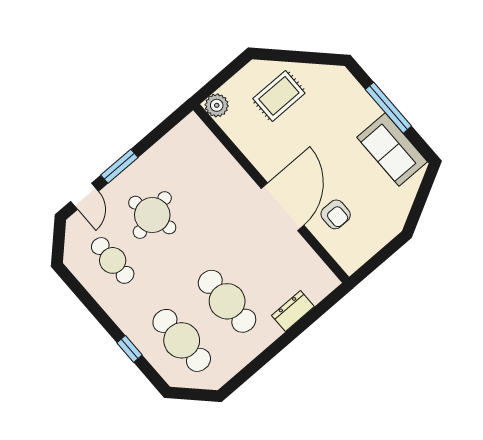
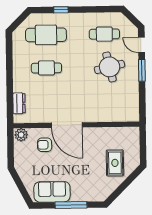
plant: (217, 105) -> (21, 135), moved
cafe table: (227, 301) -> (46, 68), width x0.73, depth x0.74
dresser: (293, 311) -> (19, 103), moved

